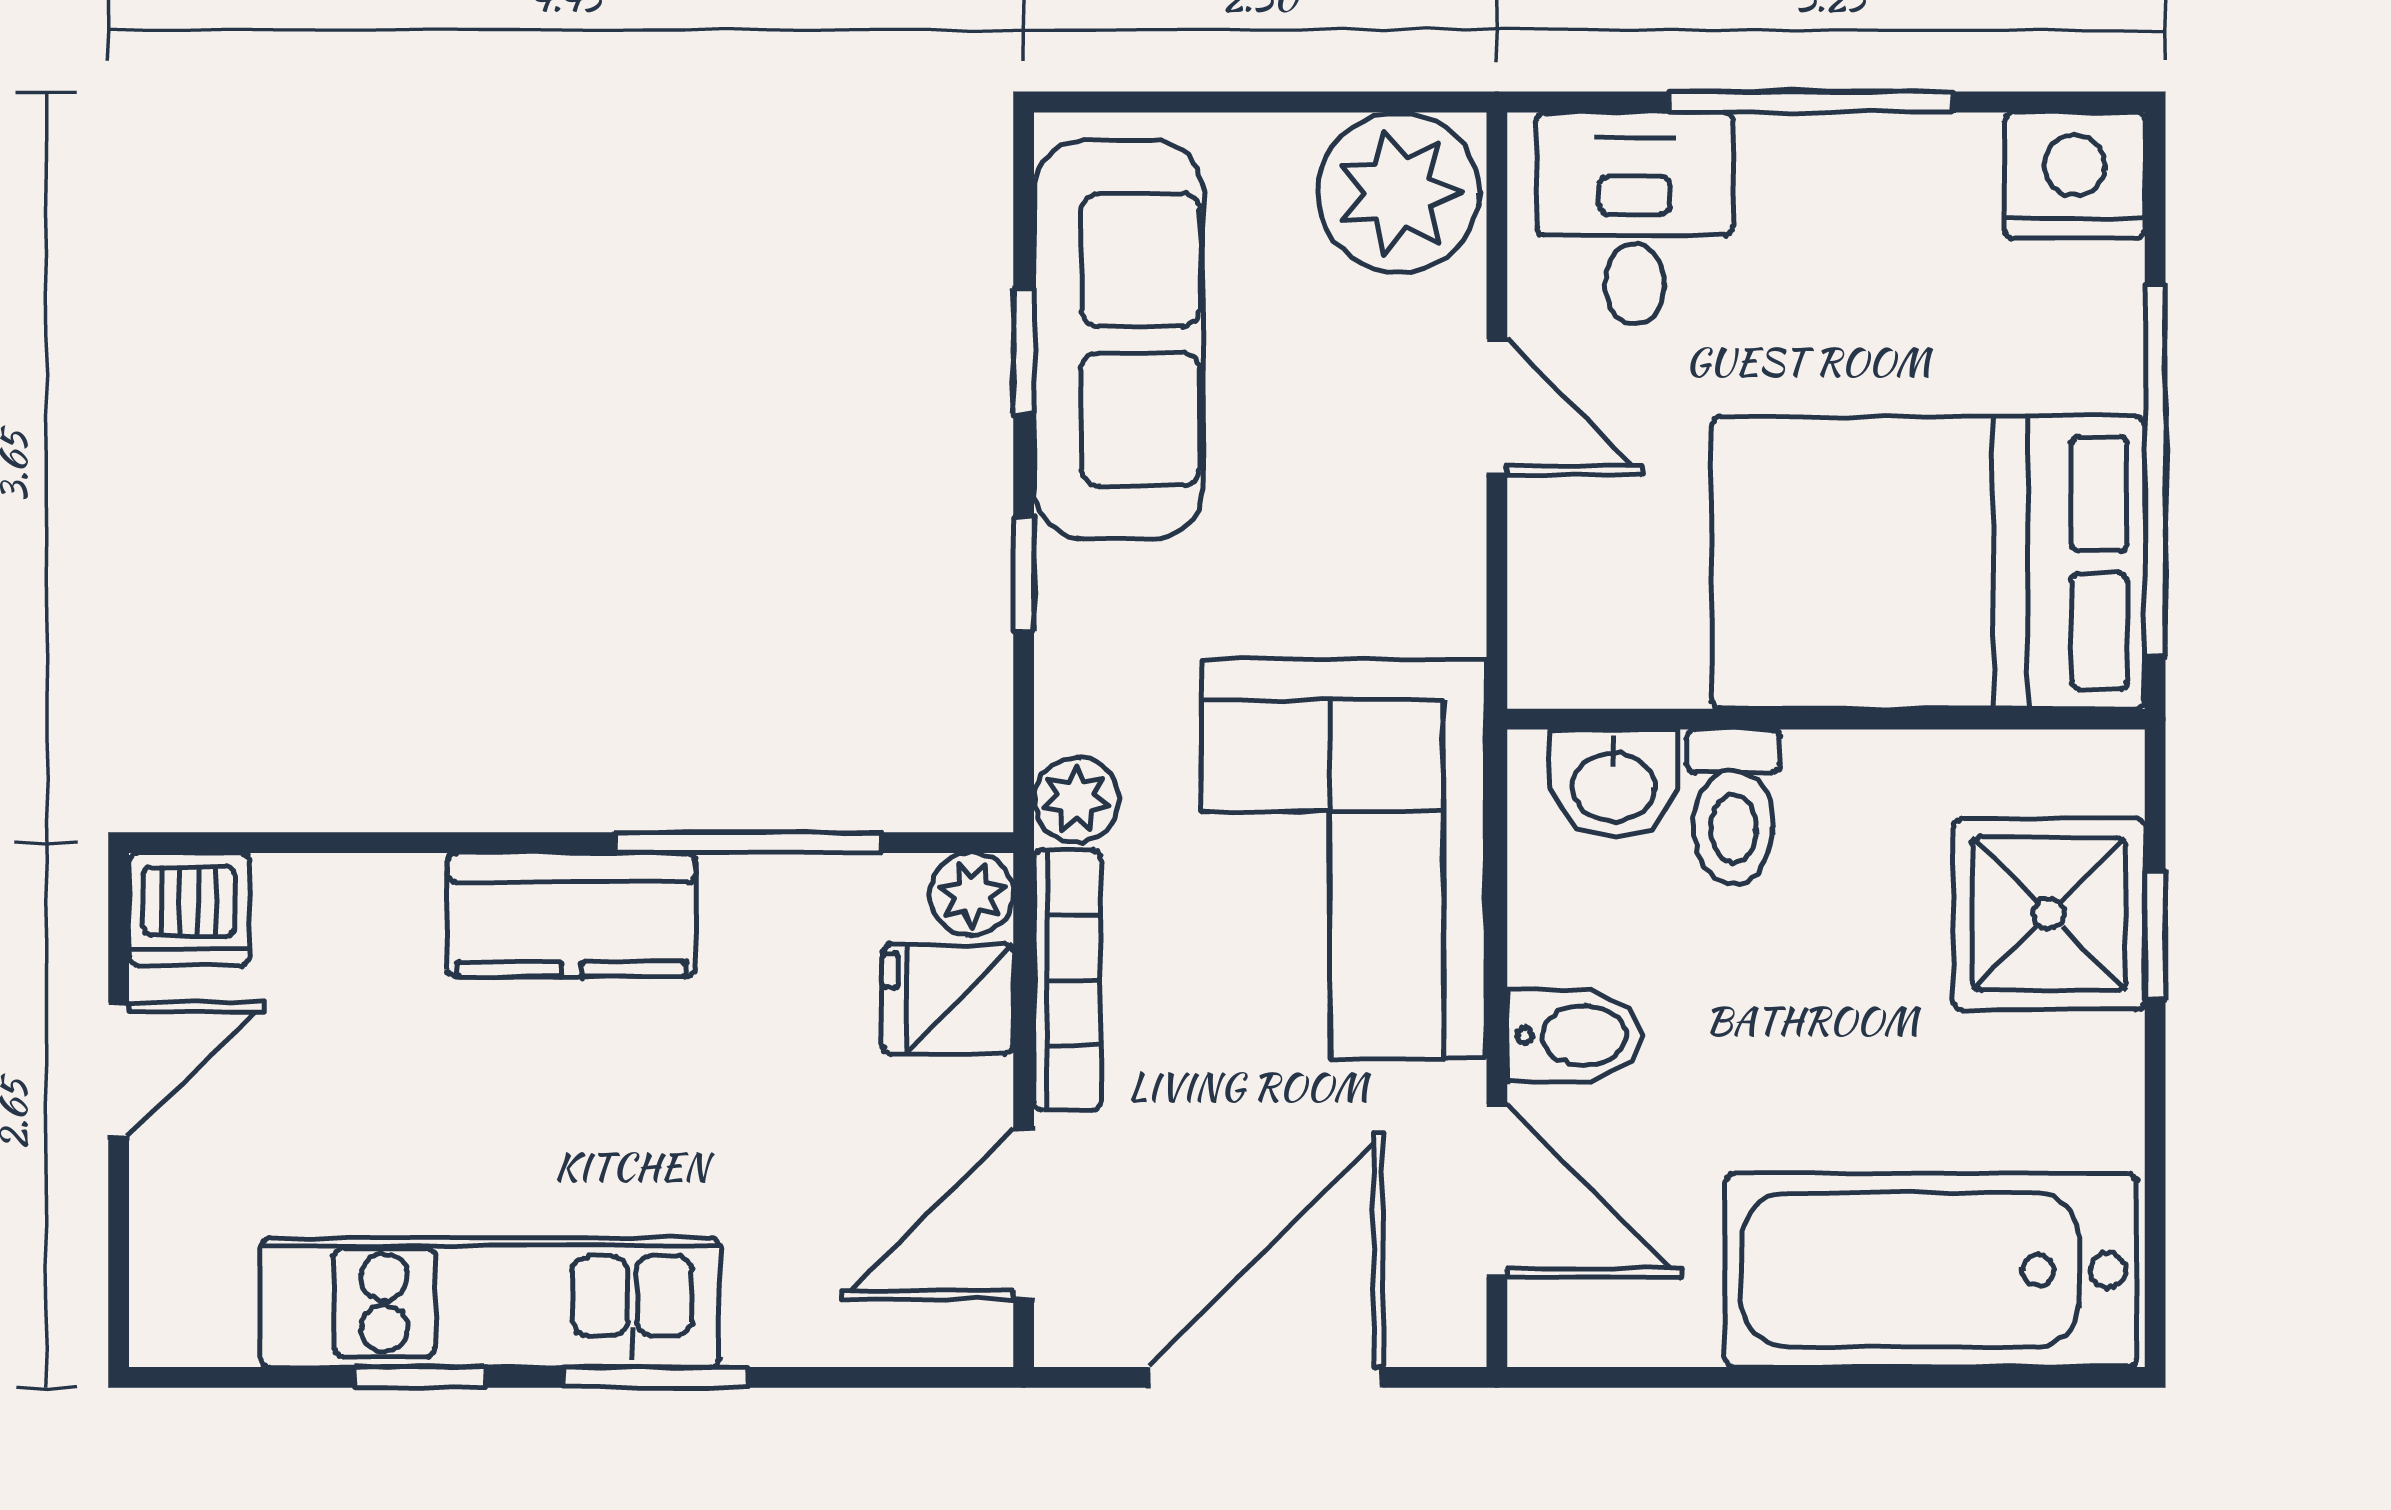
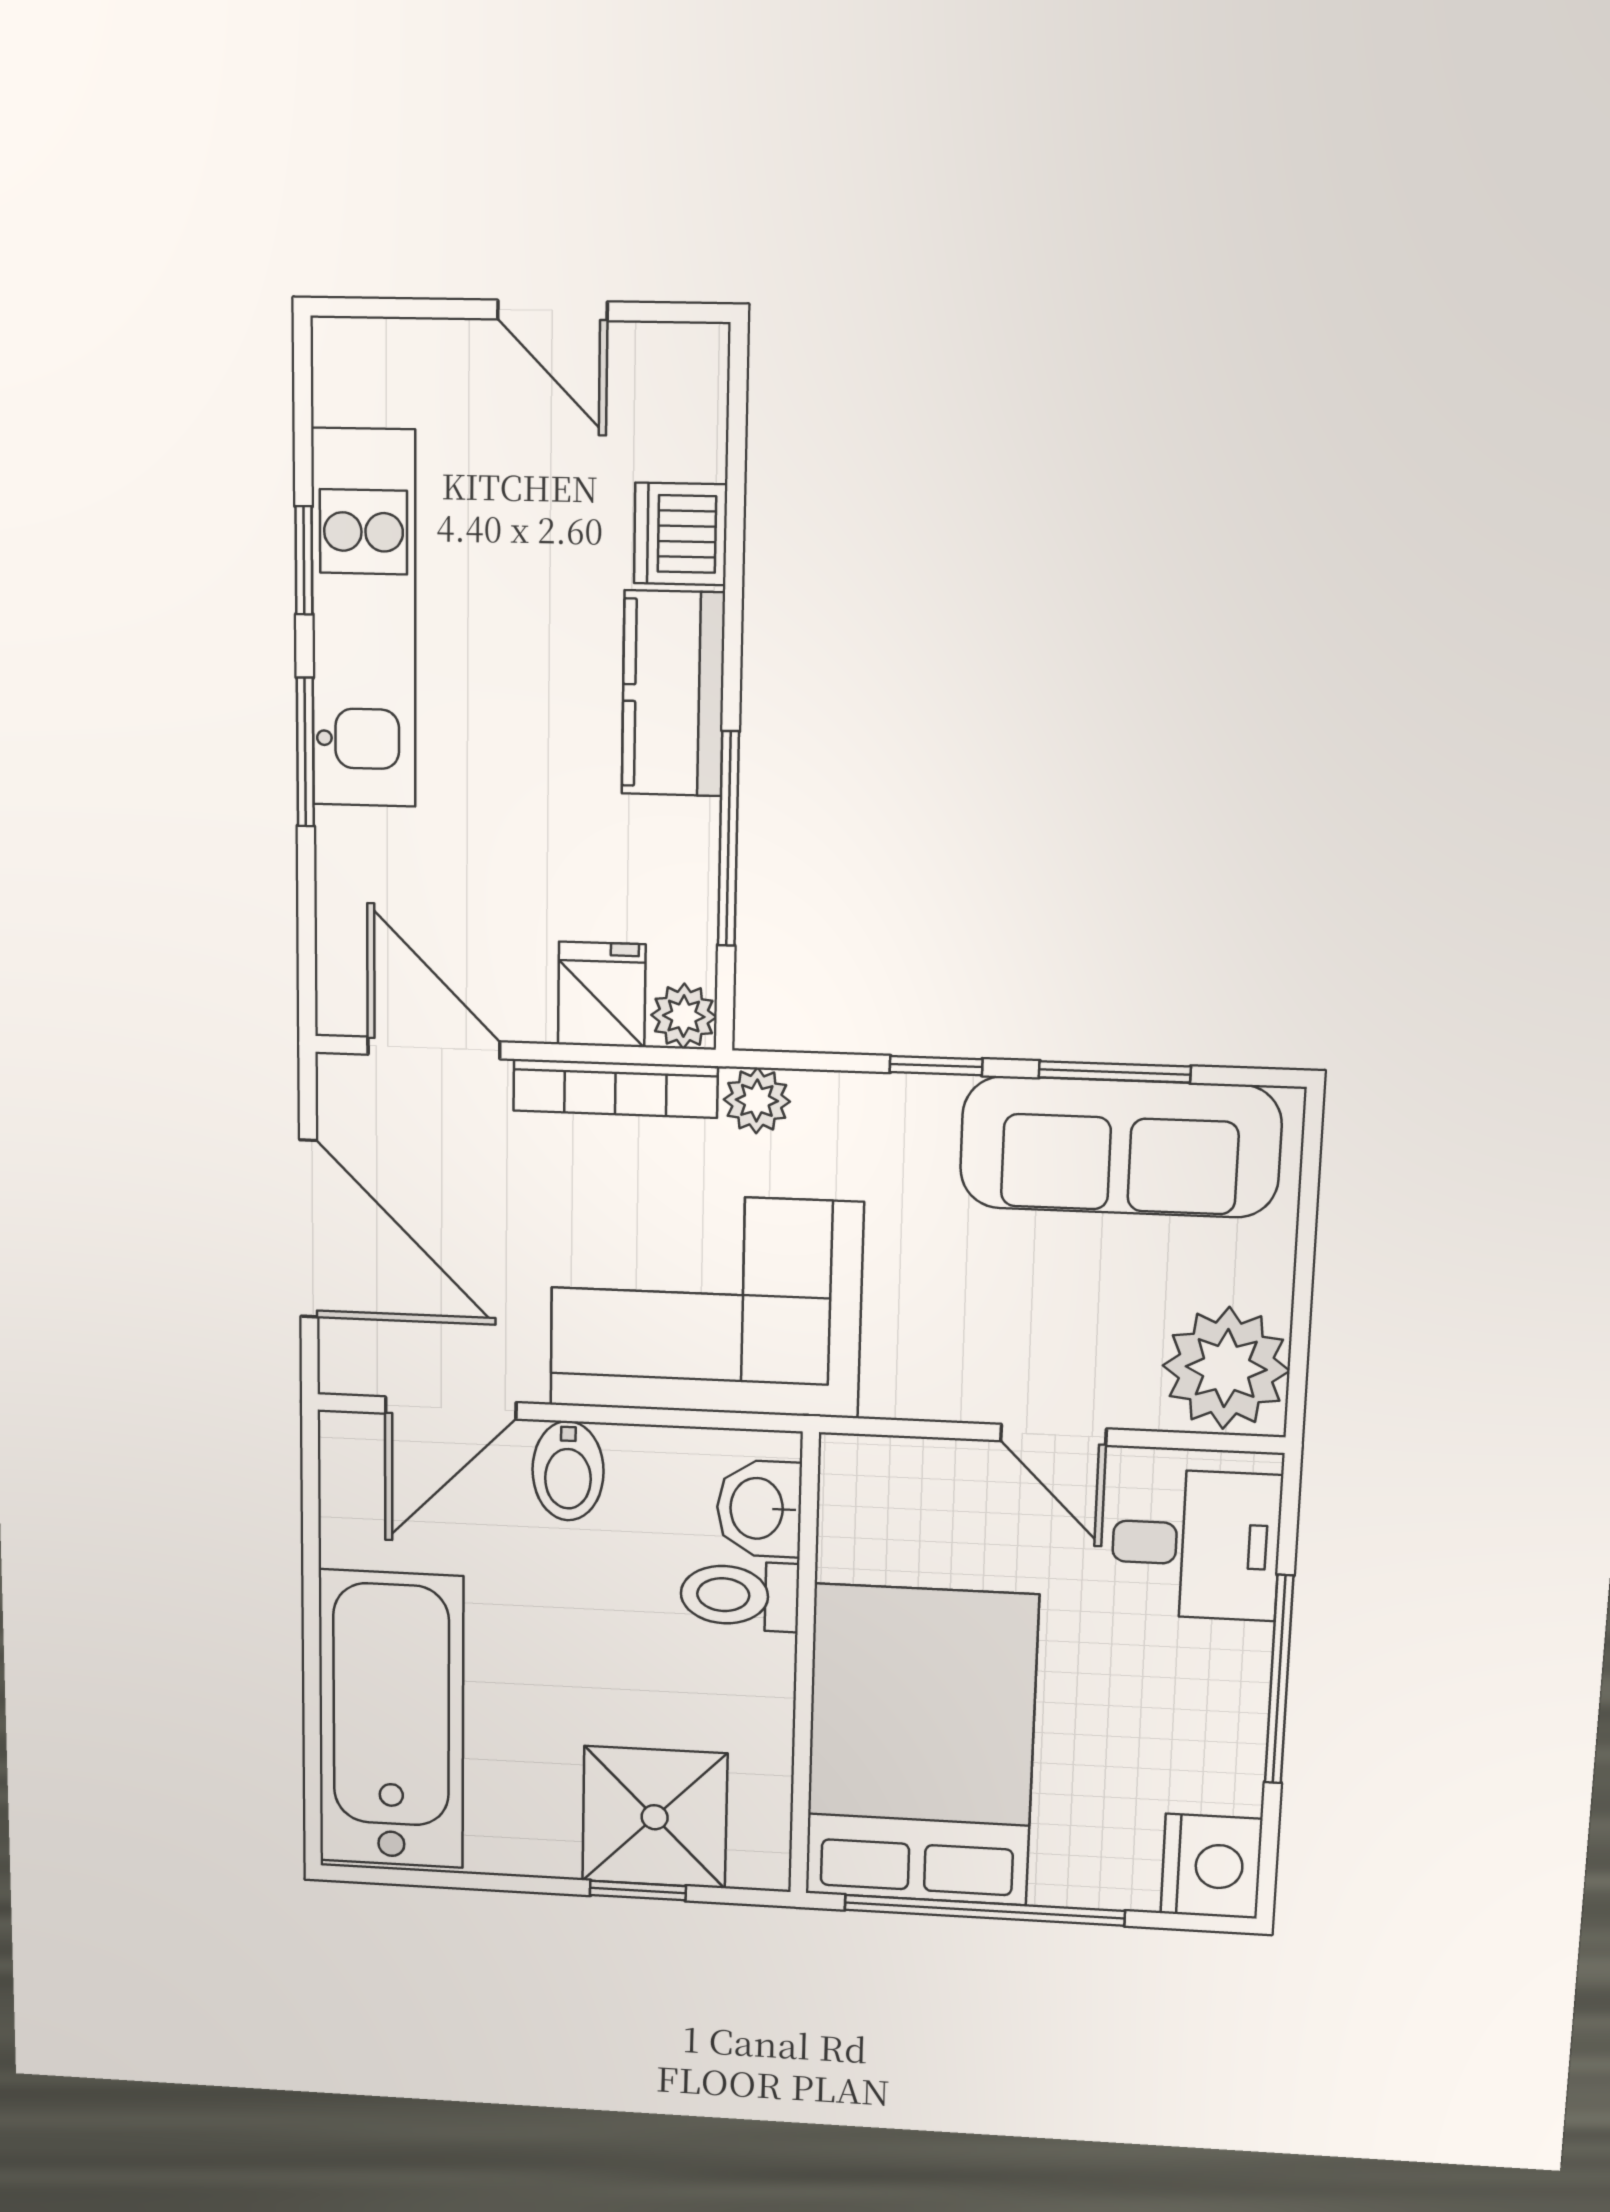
window: (1024, 351) -> (1115, 1072), width x1.50
door: (1497, 407) -> (1053, 1435), hinge flipped
dishwasher: (189, 909) -> (681, 534), moved

